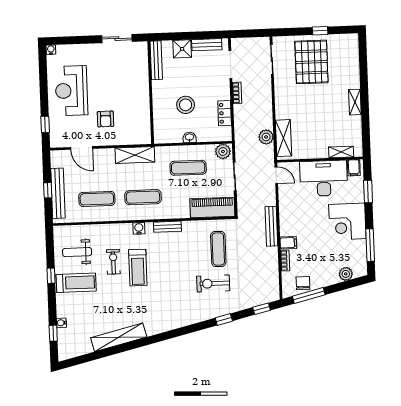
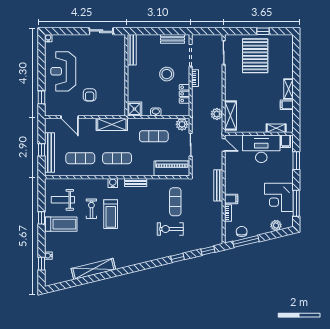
shower: (182, 49) -> (134, 109), moved
stool: (186, 105) -> (167, 74), moved
filing cabinet: (353, 122) -> (287, 105), added
corner desk: (347, 221) -> (279, 197), moved

